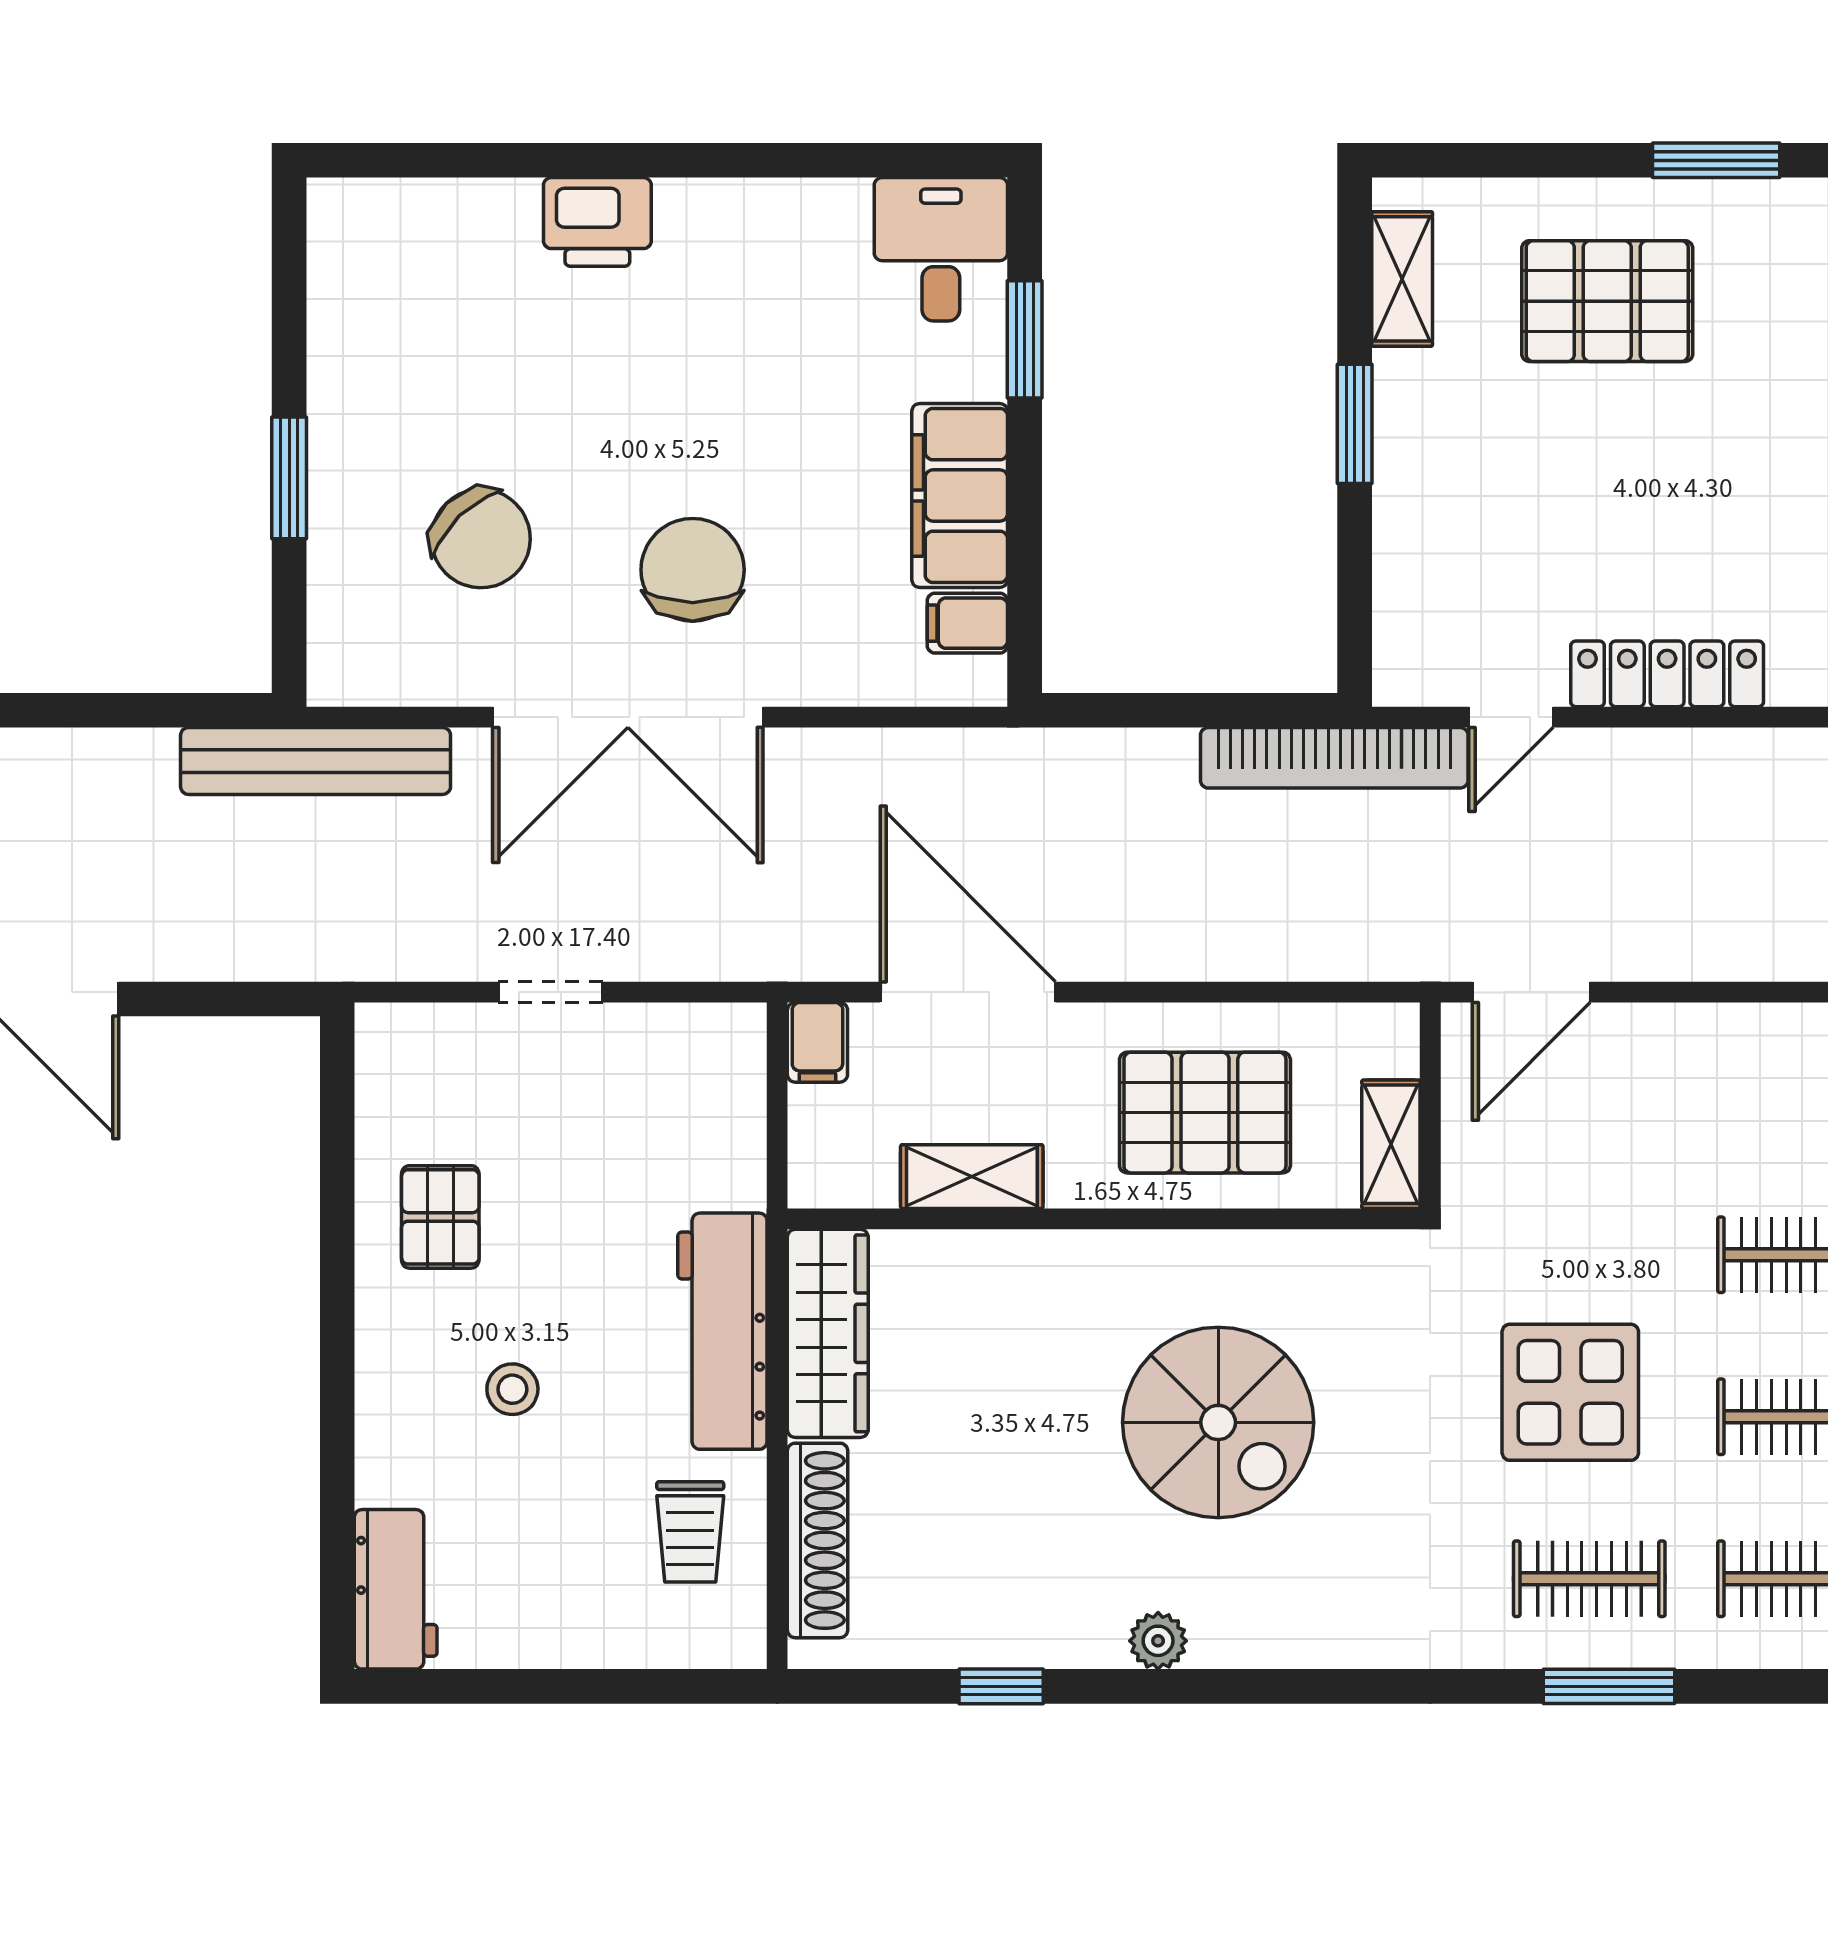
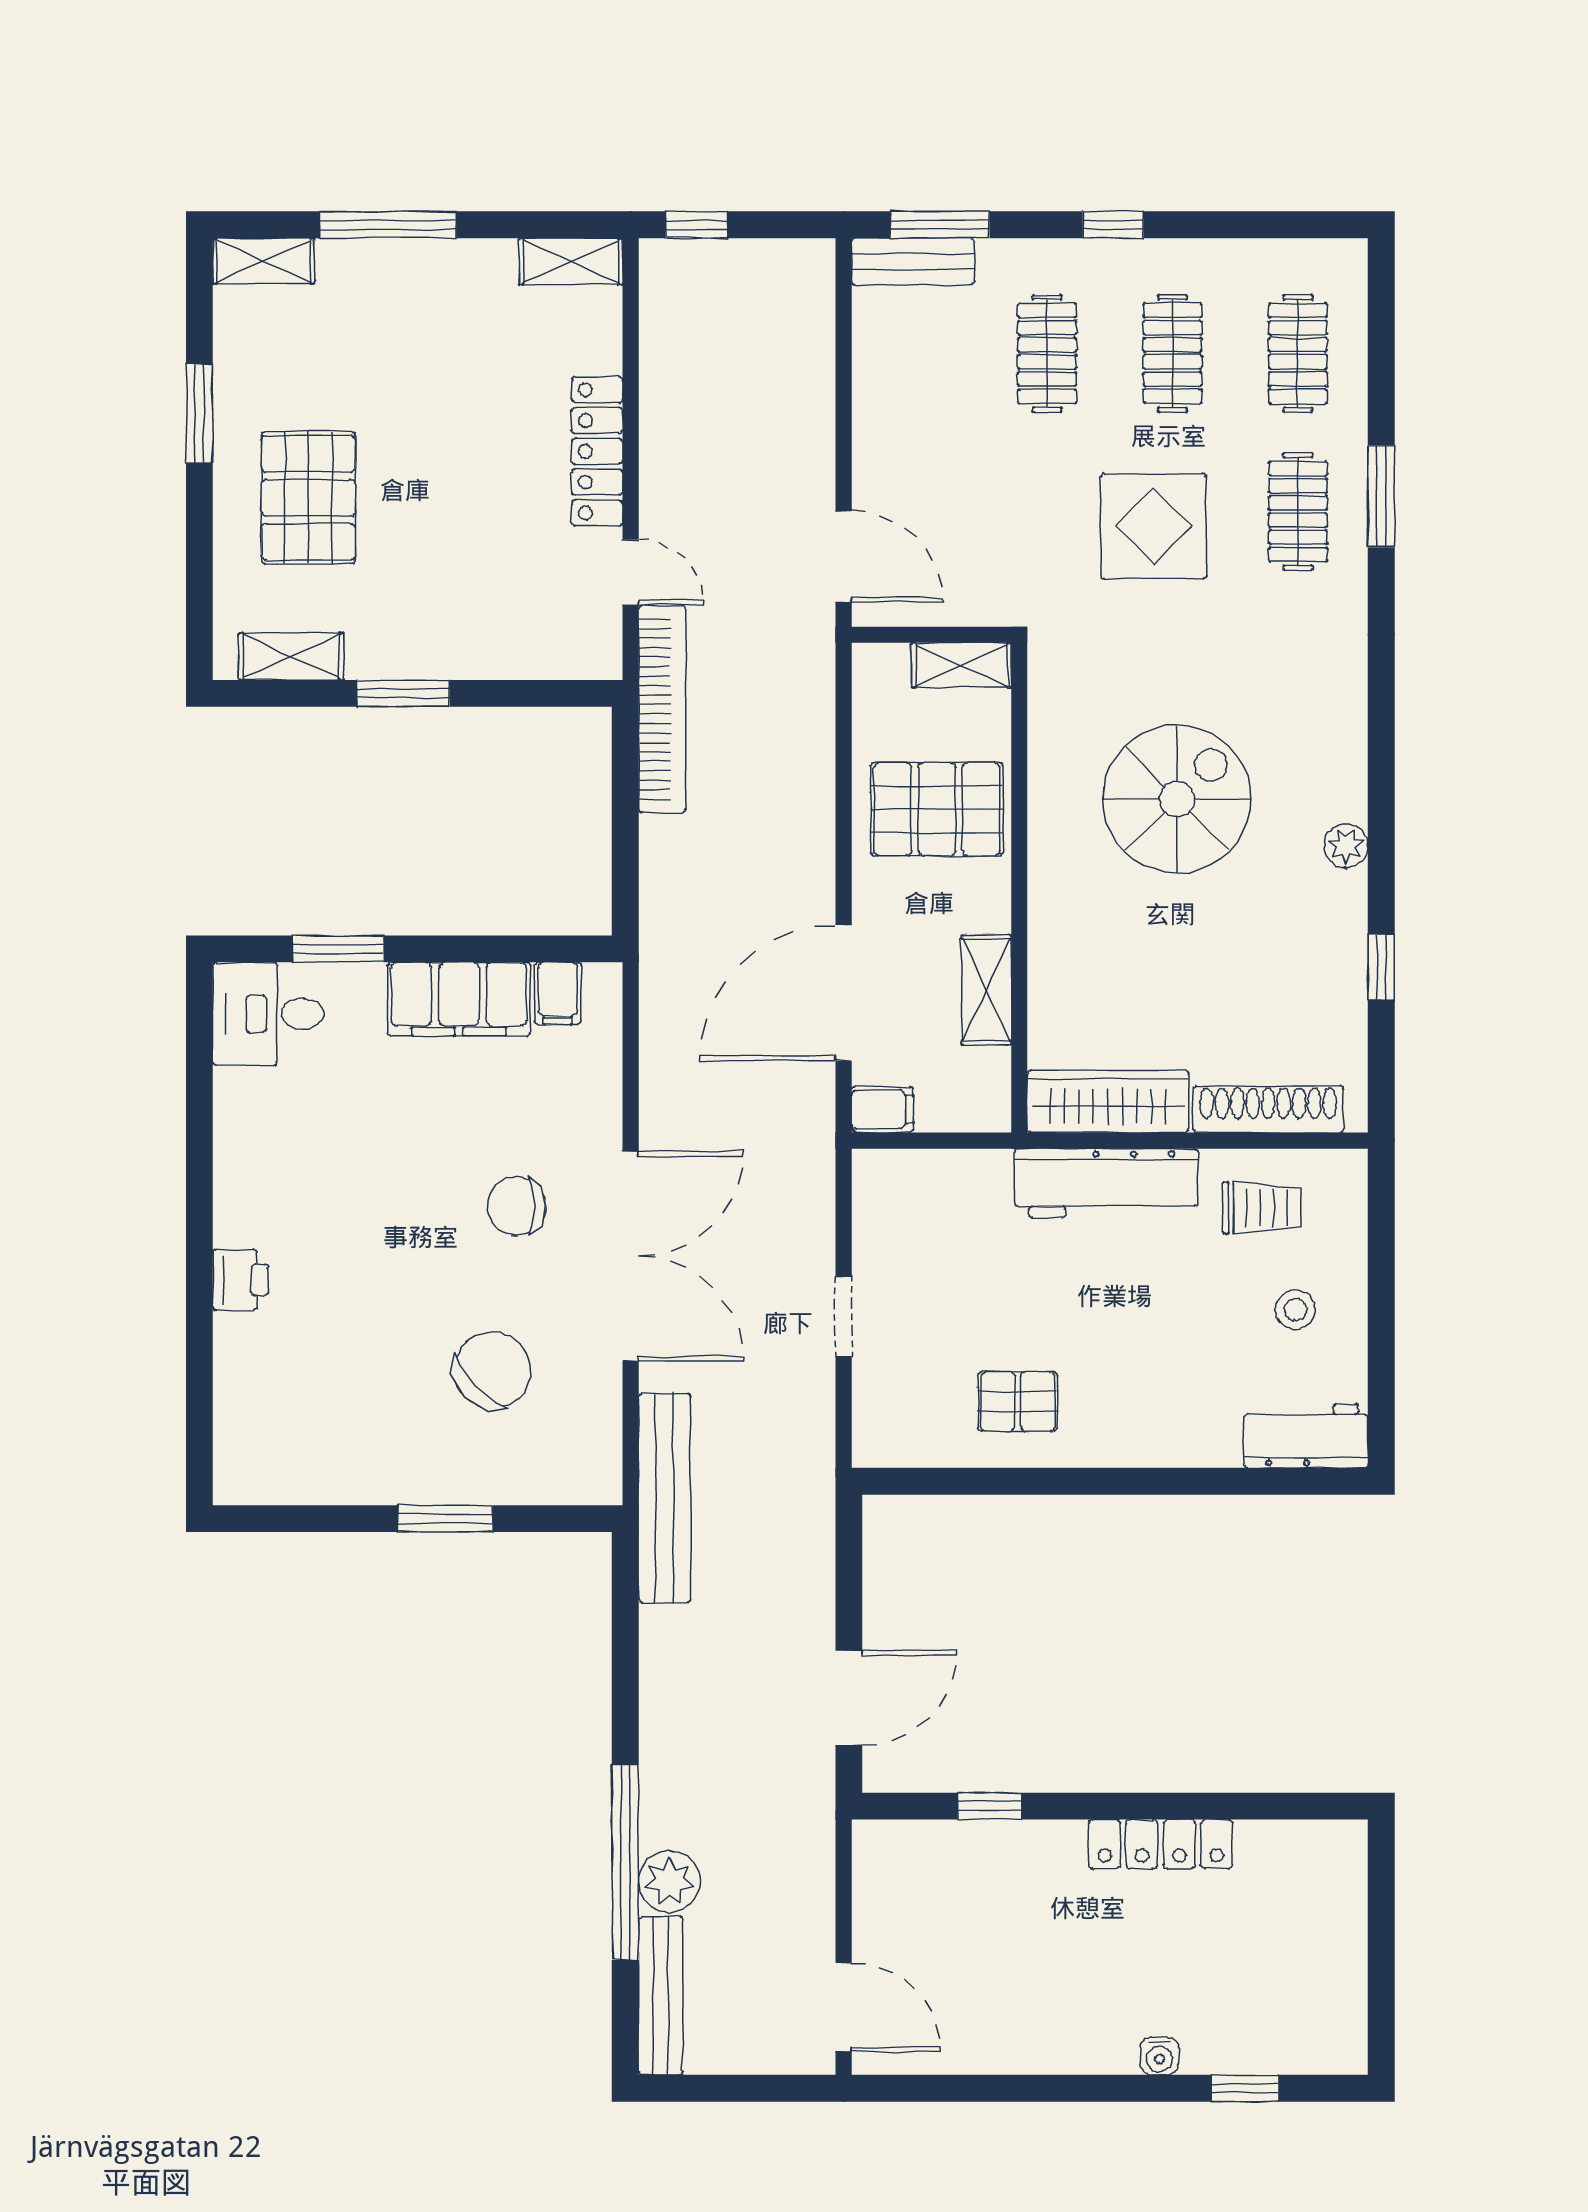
printer: (597, 222) -> (240, 1280), width x0.73, depth x0.81
chair: (693, 570) -> (516, 1206), width x0.73, depth x0.73
pallet: (1205, 1113) -> (937, 809), turned 90
stool: (512, 1389) -> (1295, 1310), moved

